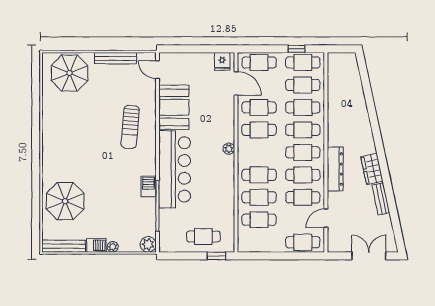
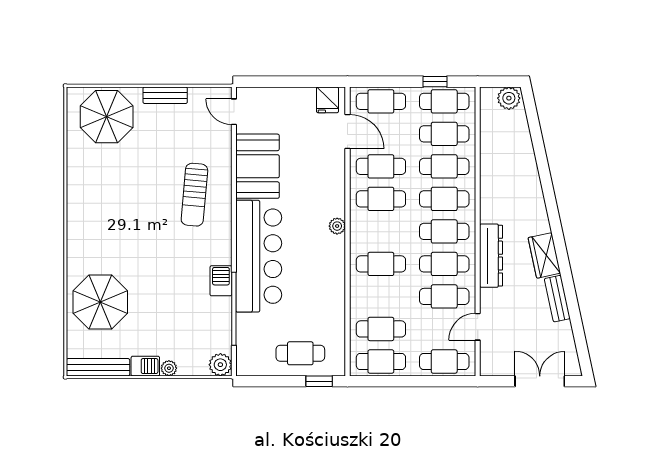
bench: (116, 58) -> (165, 95), width x0.73
plant: (347, 60) -> (509, 98), added
cafe table: (259, 197) -> (381, 362), moved

